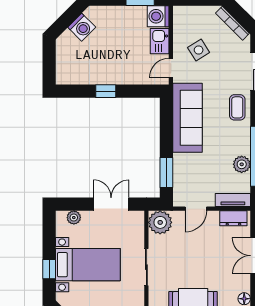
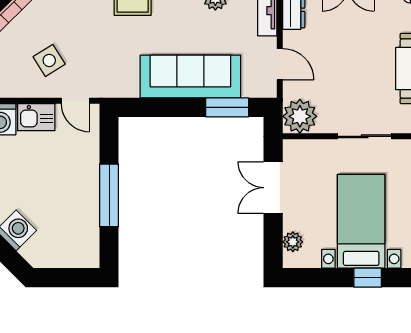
window: (106, 91) -> (109, 195), width x2.17
sofa: (188, 118) -> (190, 77), moved

